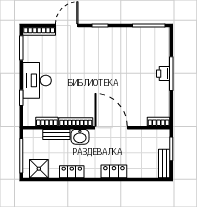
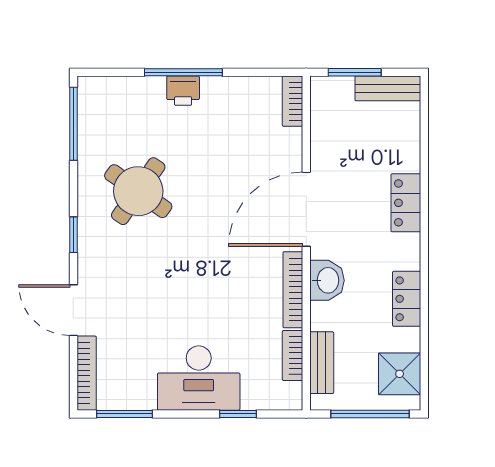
round table: (119, 54) -> (138, 191), added
bench: (56, 134) -> (322, 363), moved

